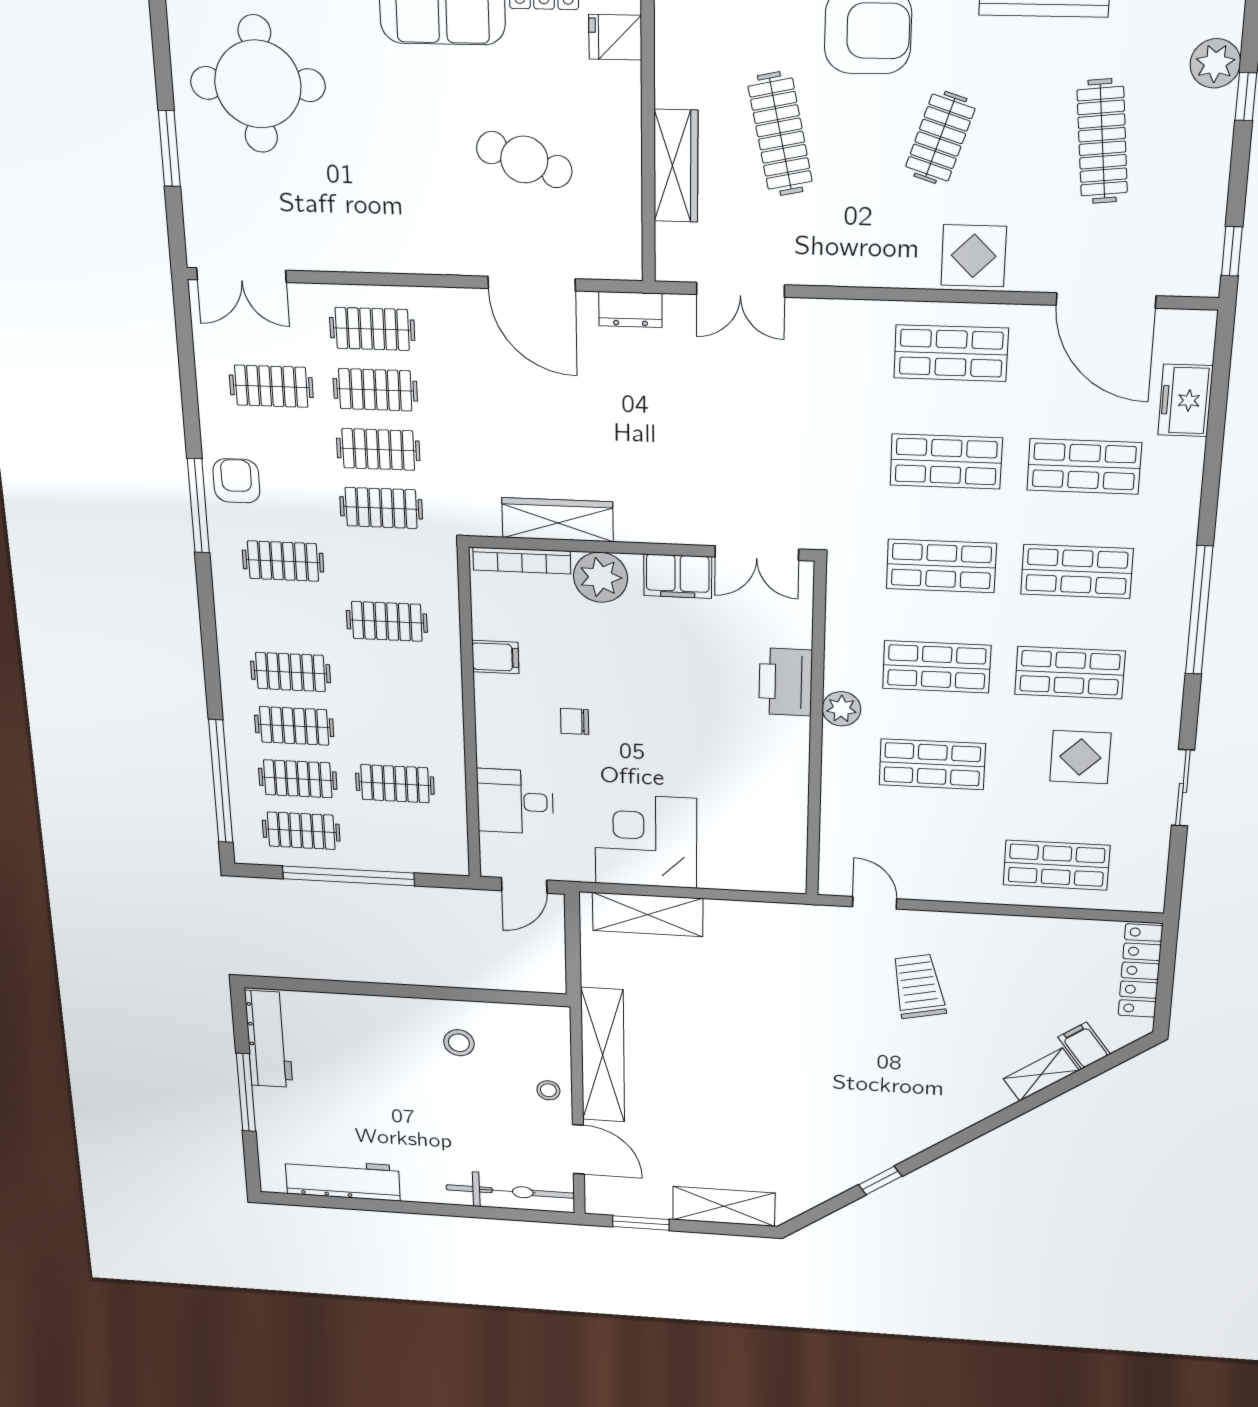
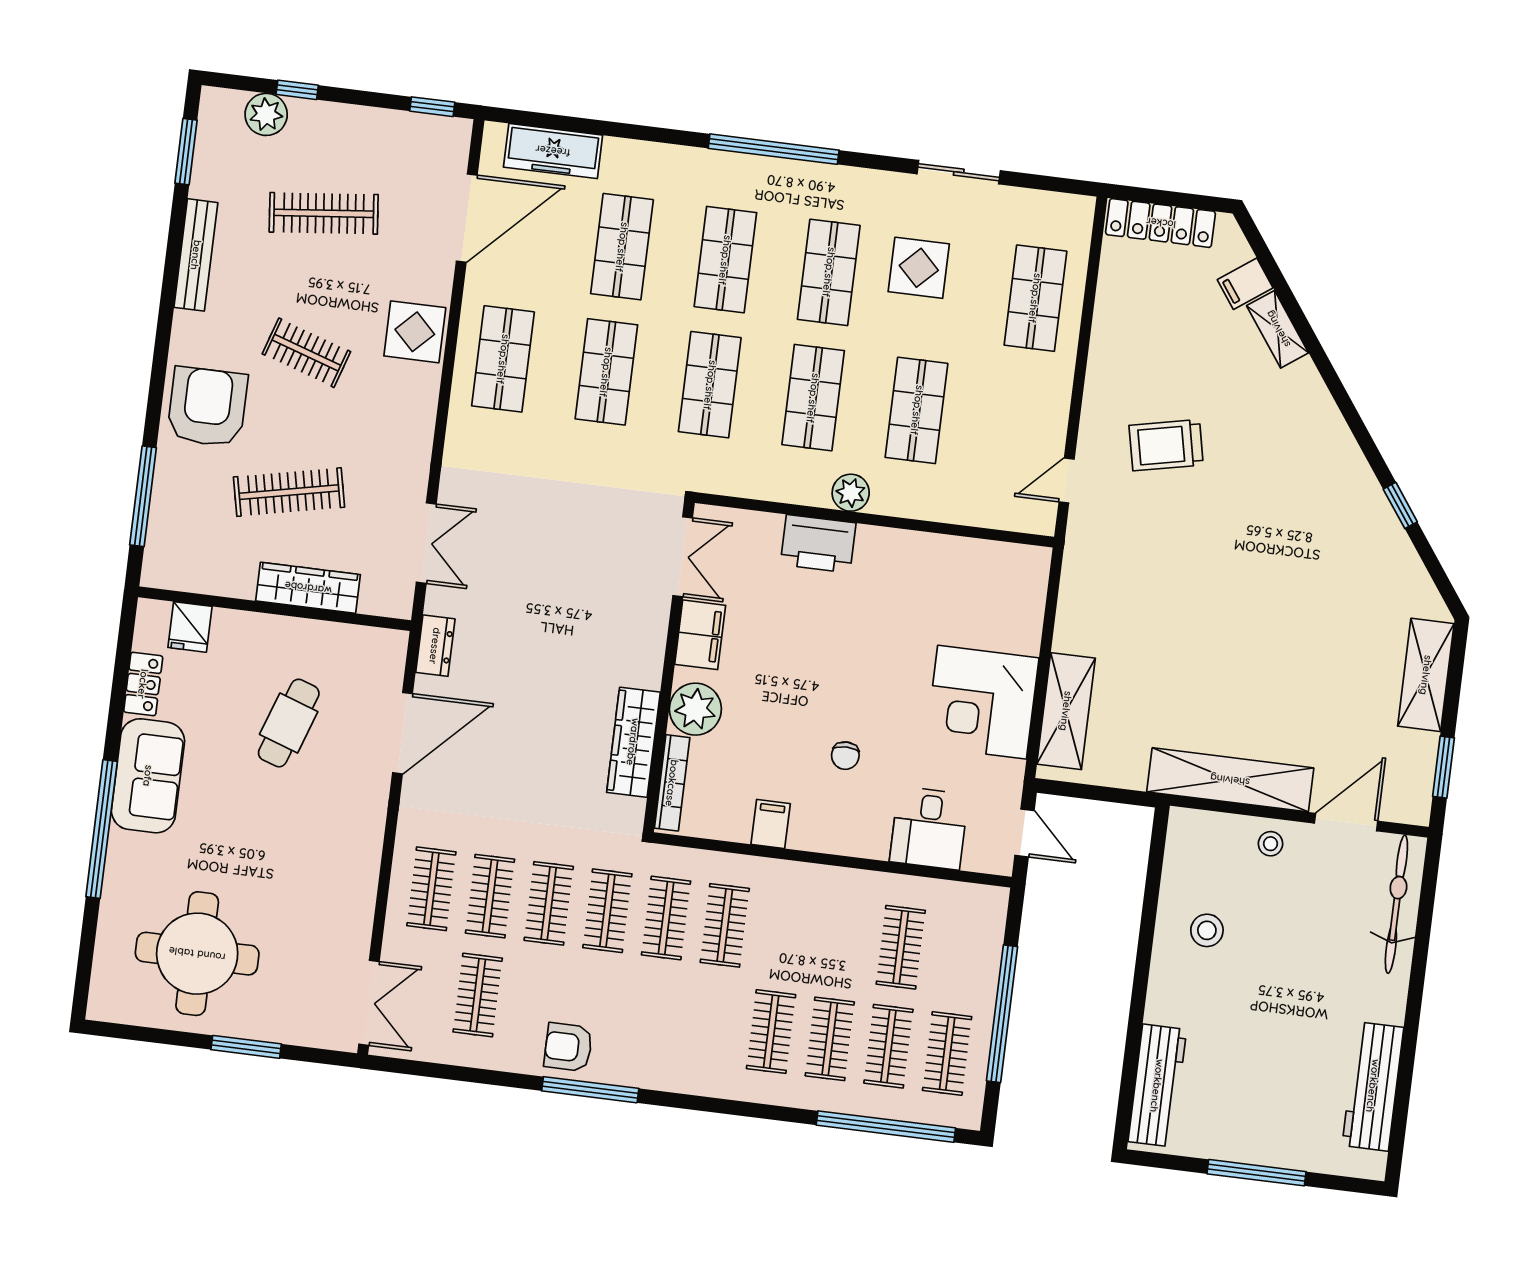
freezer: (1185, 400) -> (553, 151), width x1.40
clothes rail: (283, 561) -> (666, 918), moved
workbench: (269, 1039) -> (1157, 1086), moved, turned 90

